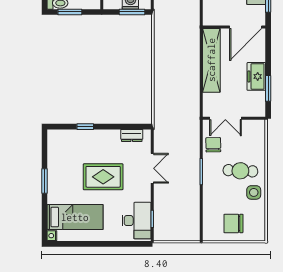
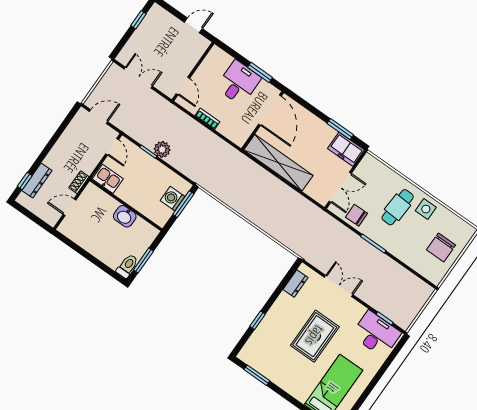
freezer: (256, 76) -> (346, 149), moved
window: (44, 181) -> (257, 375), moved

